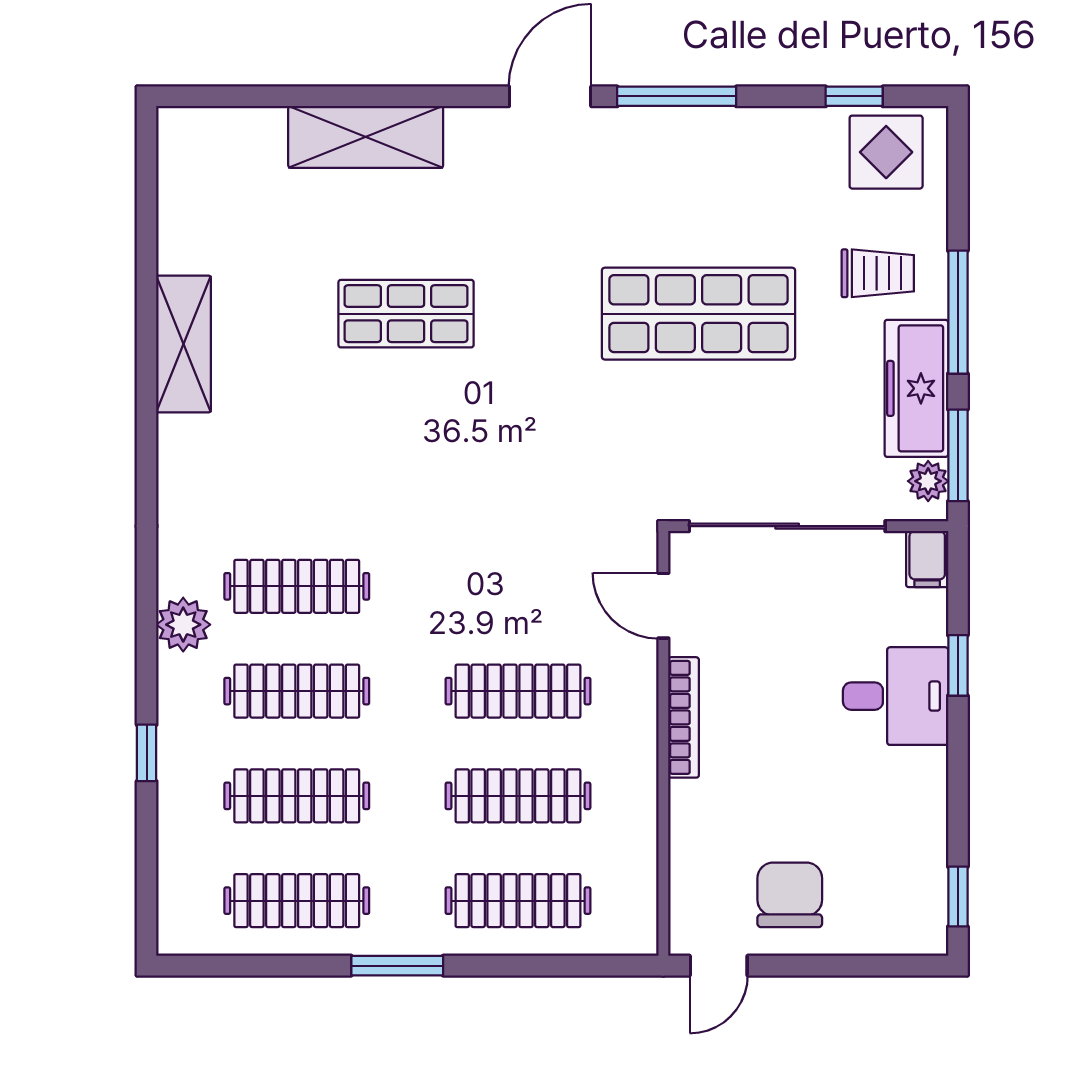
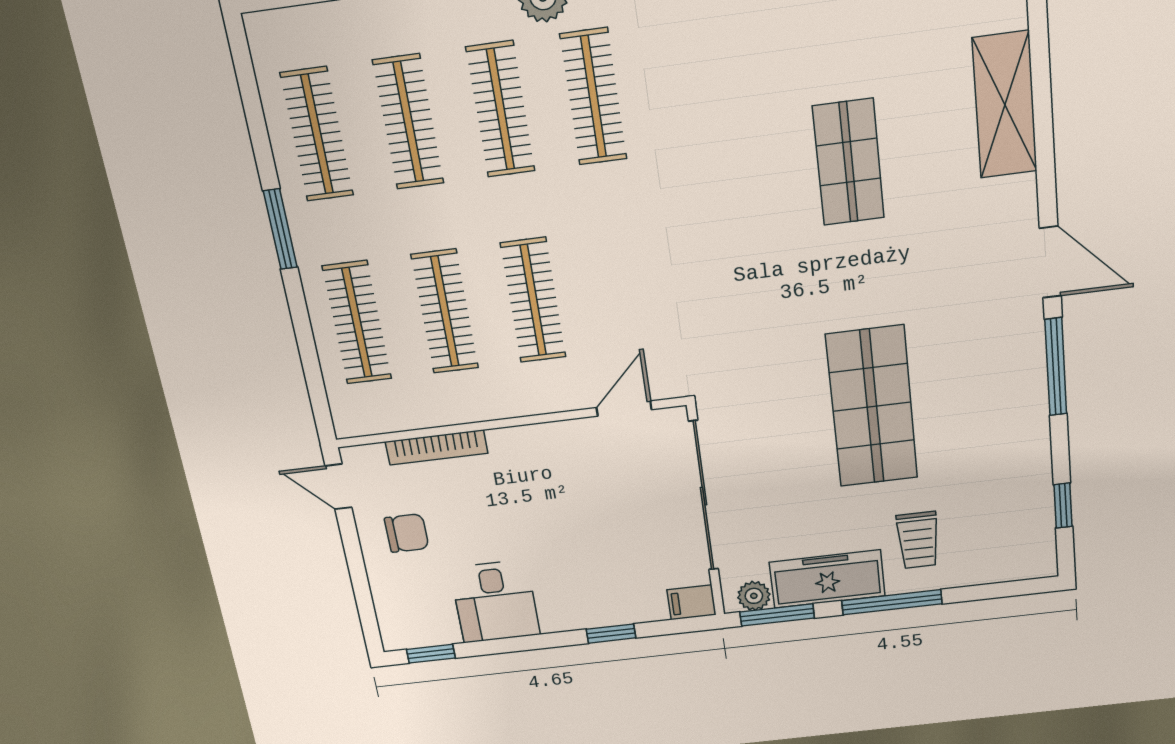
display table: (886, 152) -> (1018, 535), removed
desk: (896, 696) -> (495, 602), moved
bookcase: (684, 717) -> (437, 447), moved
chair: (790, 895) -> (407, 533), width x0.73, depth x0.73

